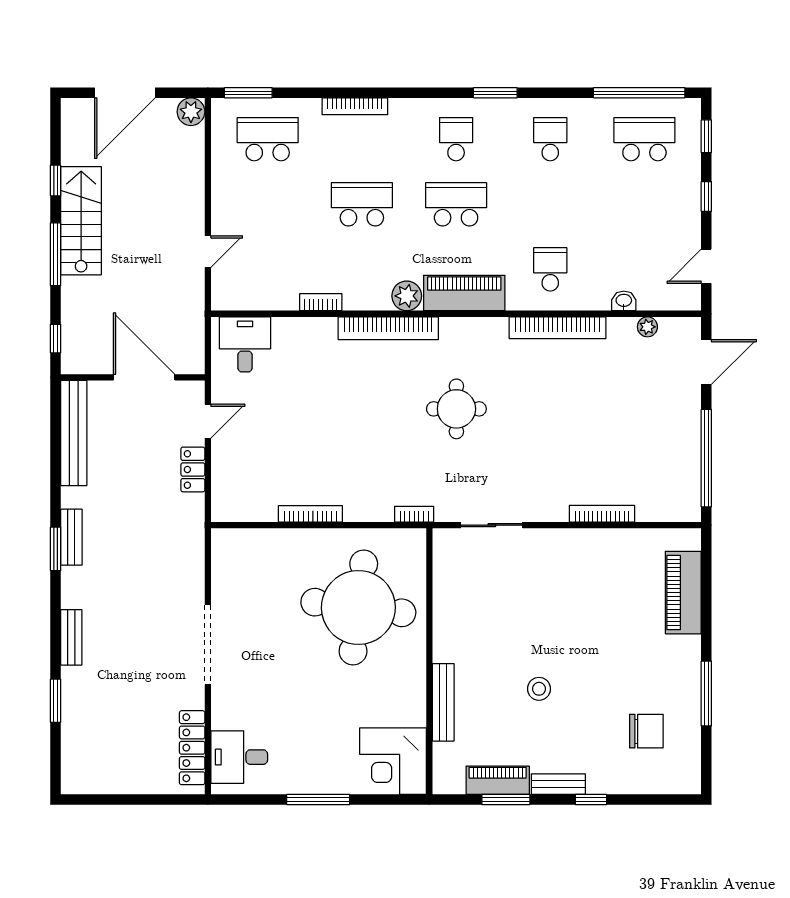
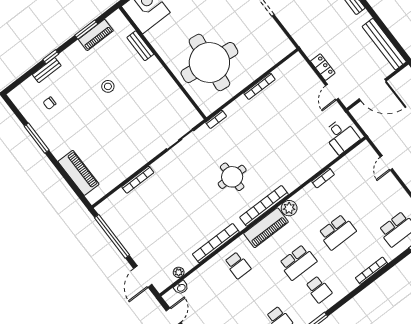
washbasin: (624, 301) -> (181, 288), moved
bookcase: (388, 328) -> (264, 206), moved
bench: (443, 702) -> (140, 46), width x0.73
chair: (646, 731) -> (50, 103), width x0.54, depth x0.54
bench: (558, 784) -> (47, 70), moved

